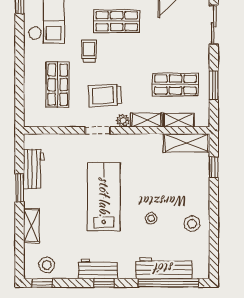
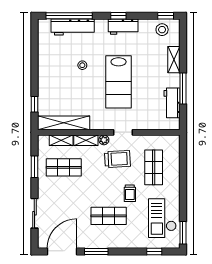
shelving: (186, 143) -> (64, 123), width x1.47
window: (20, 188) -> (183, 89), width x1.44
stool: (192, 224) -> (51, 61), removed

